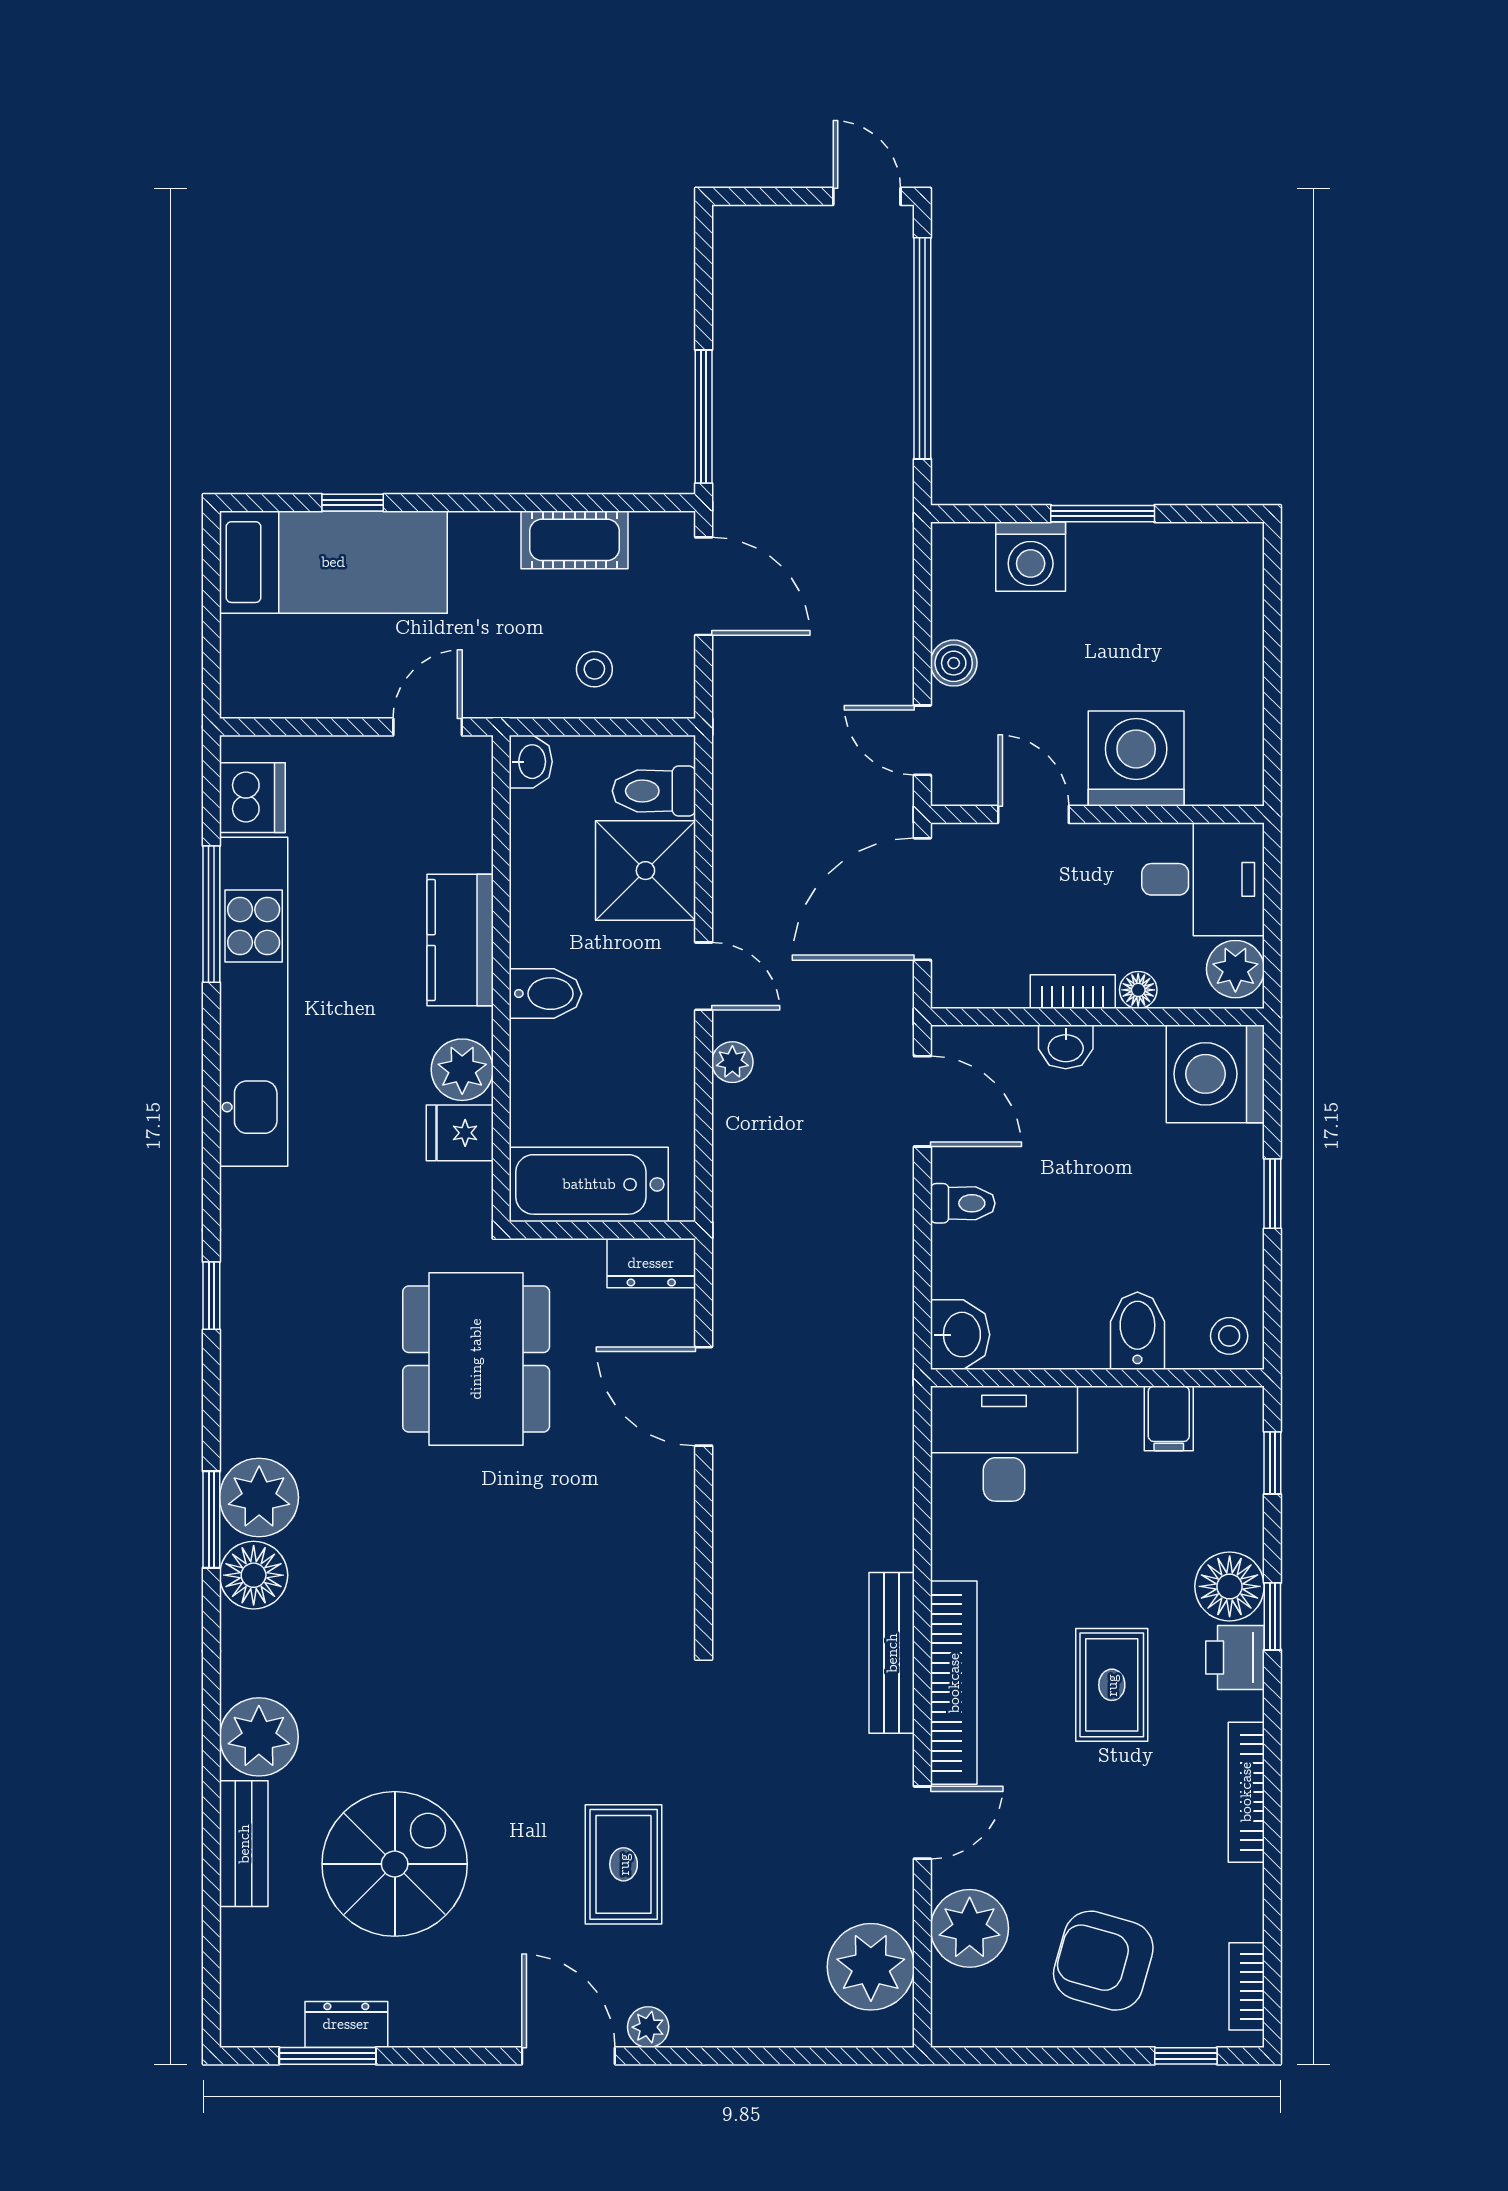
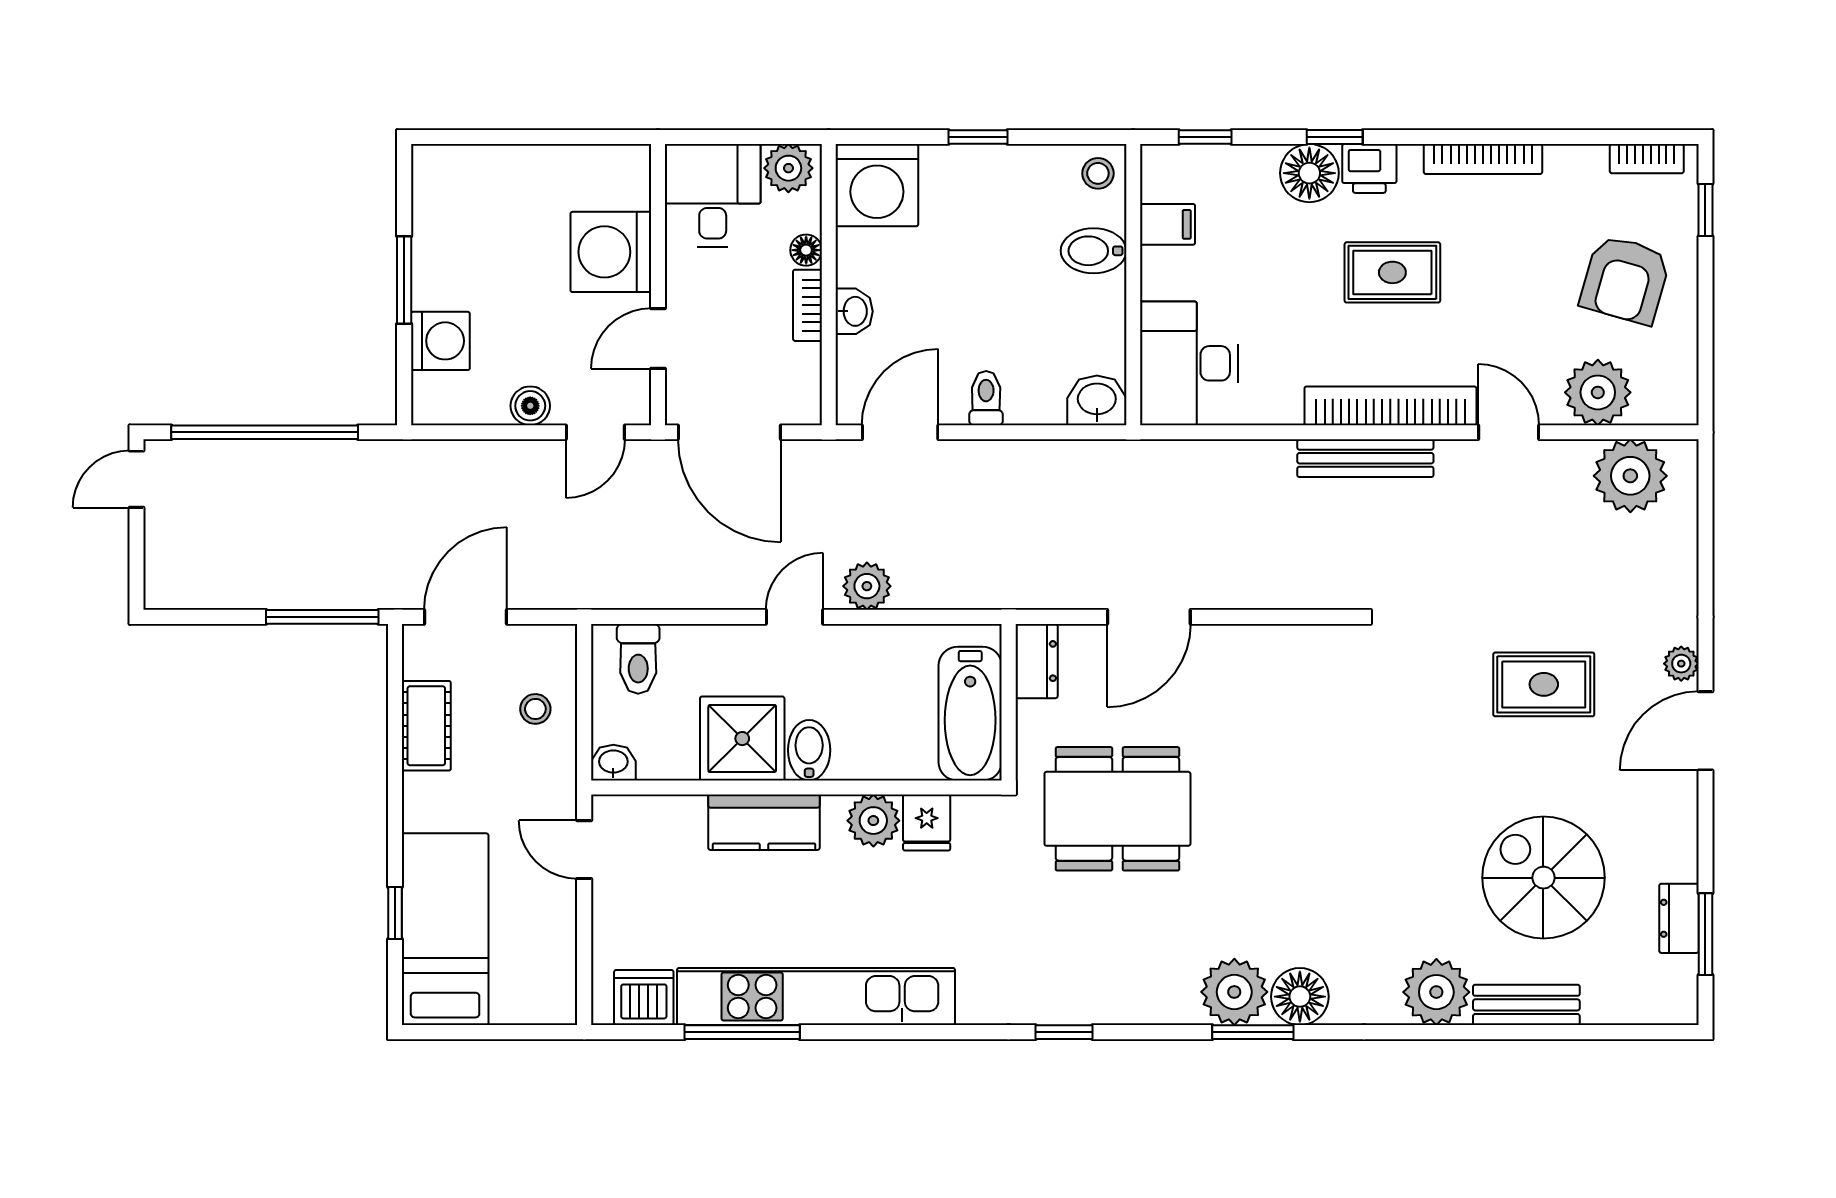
shower: (645, 871) -> (742, 739), moved
plant: (732, 1062) -> (867, 586), width x1.38, depth x1.38

